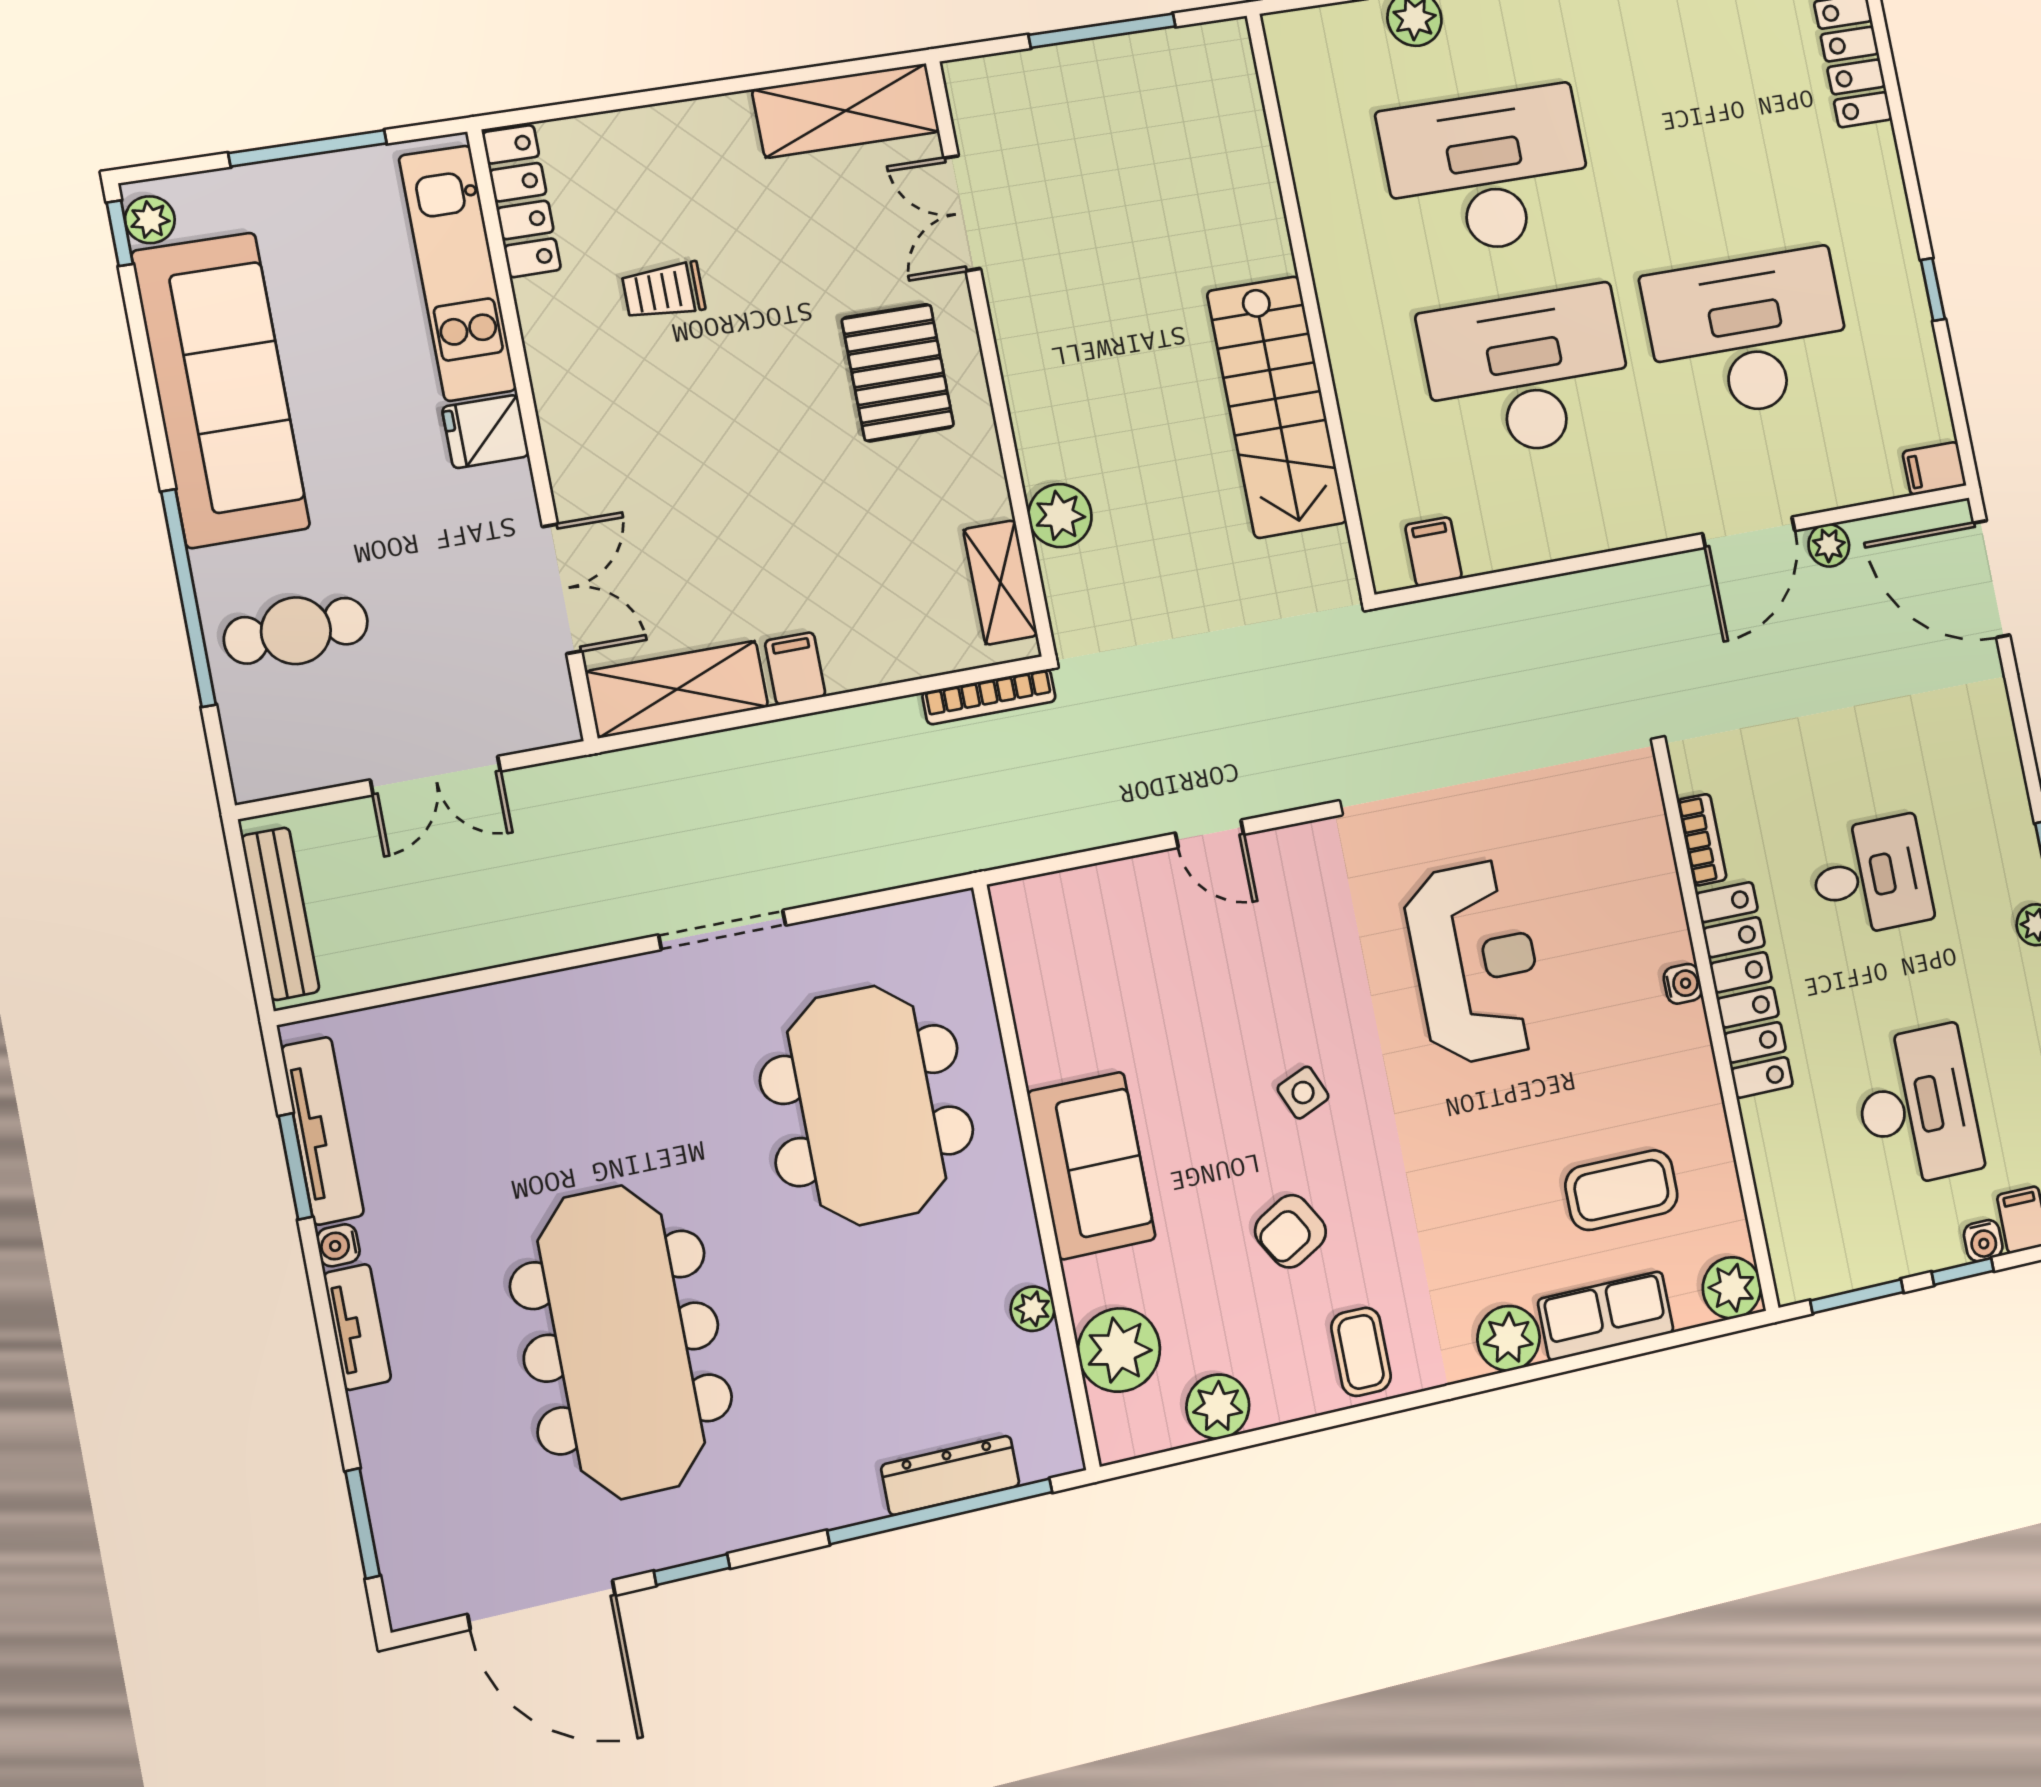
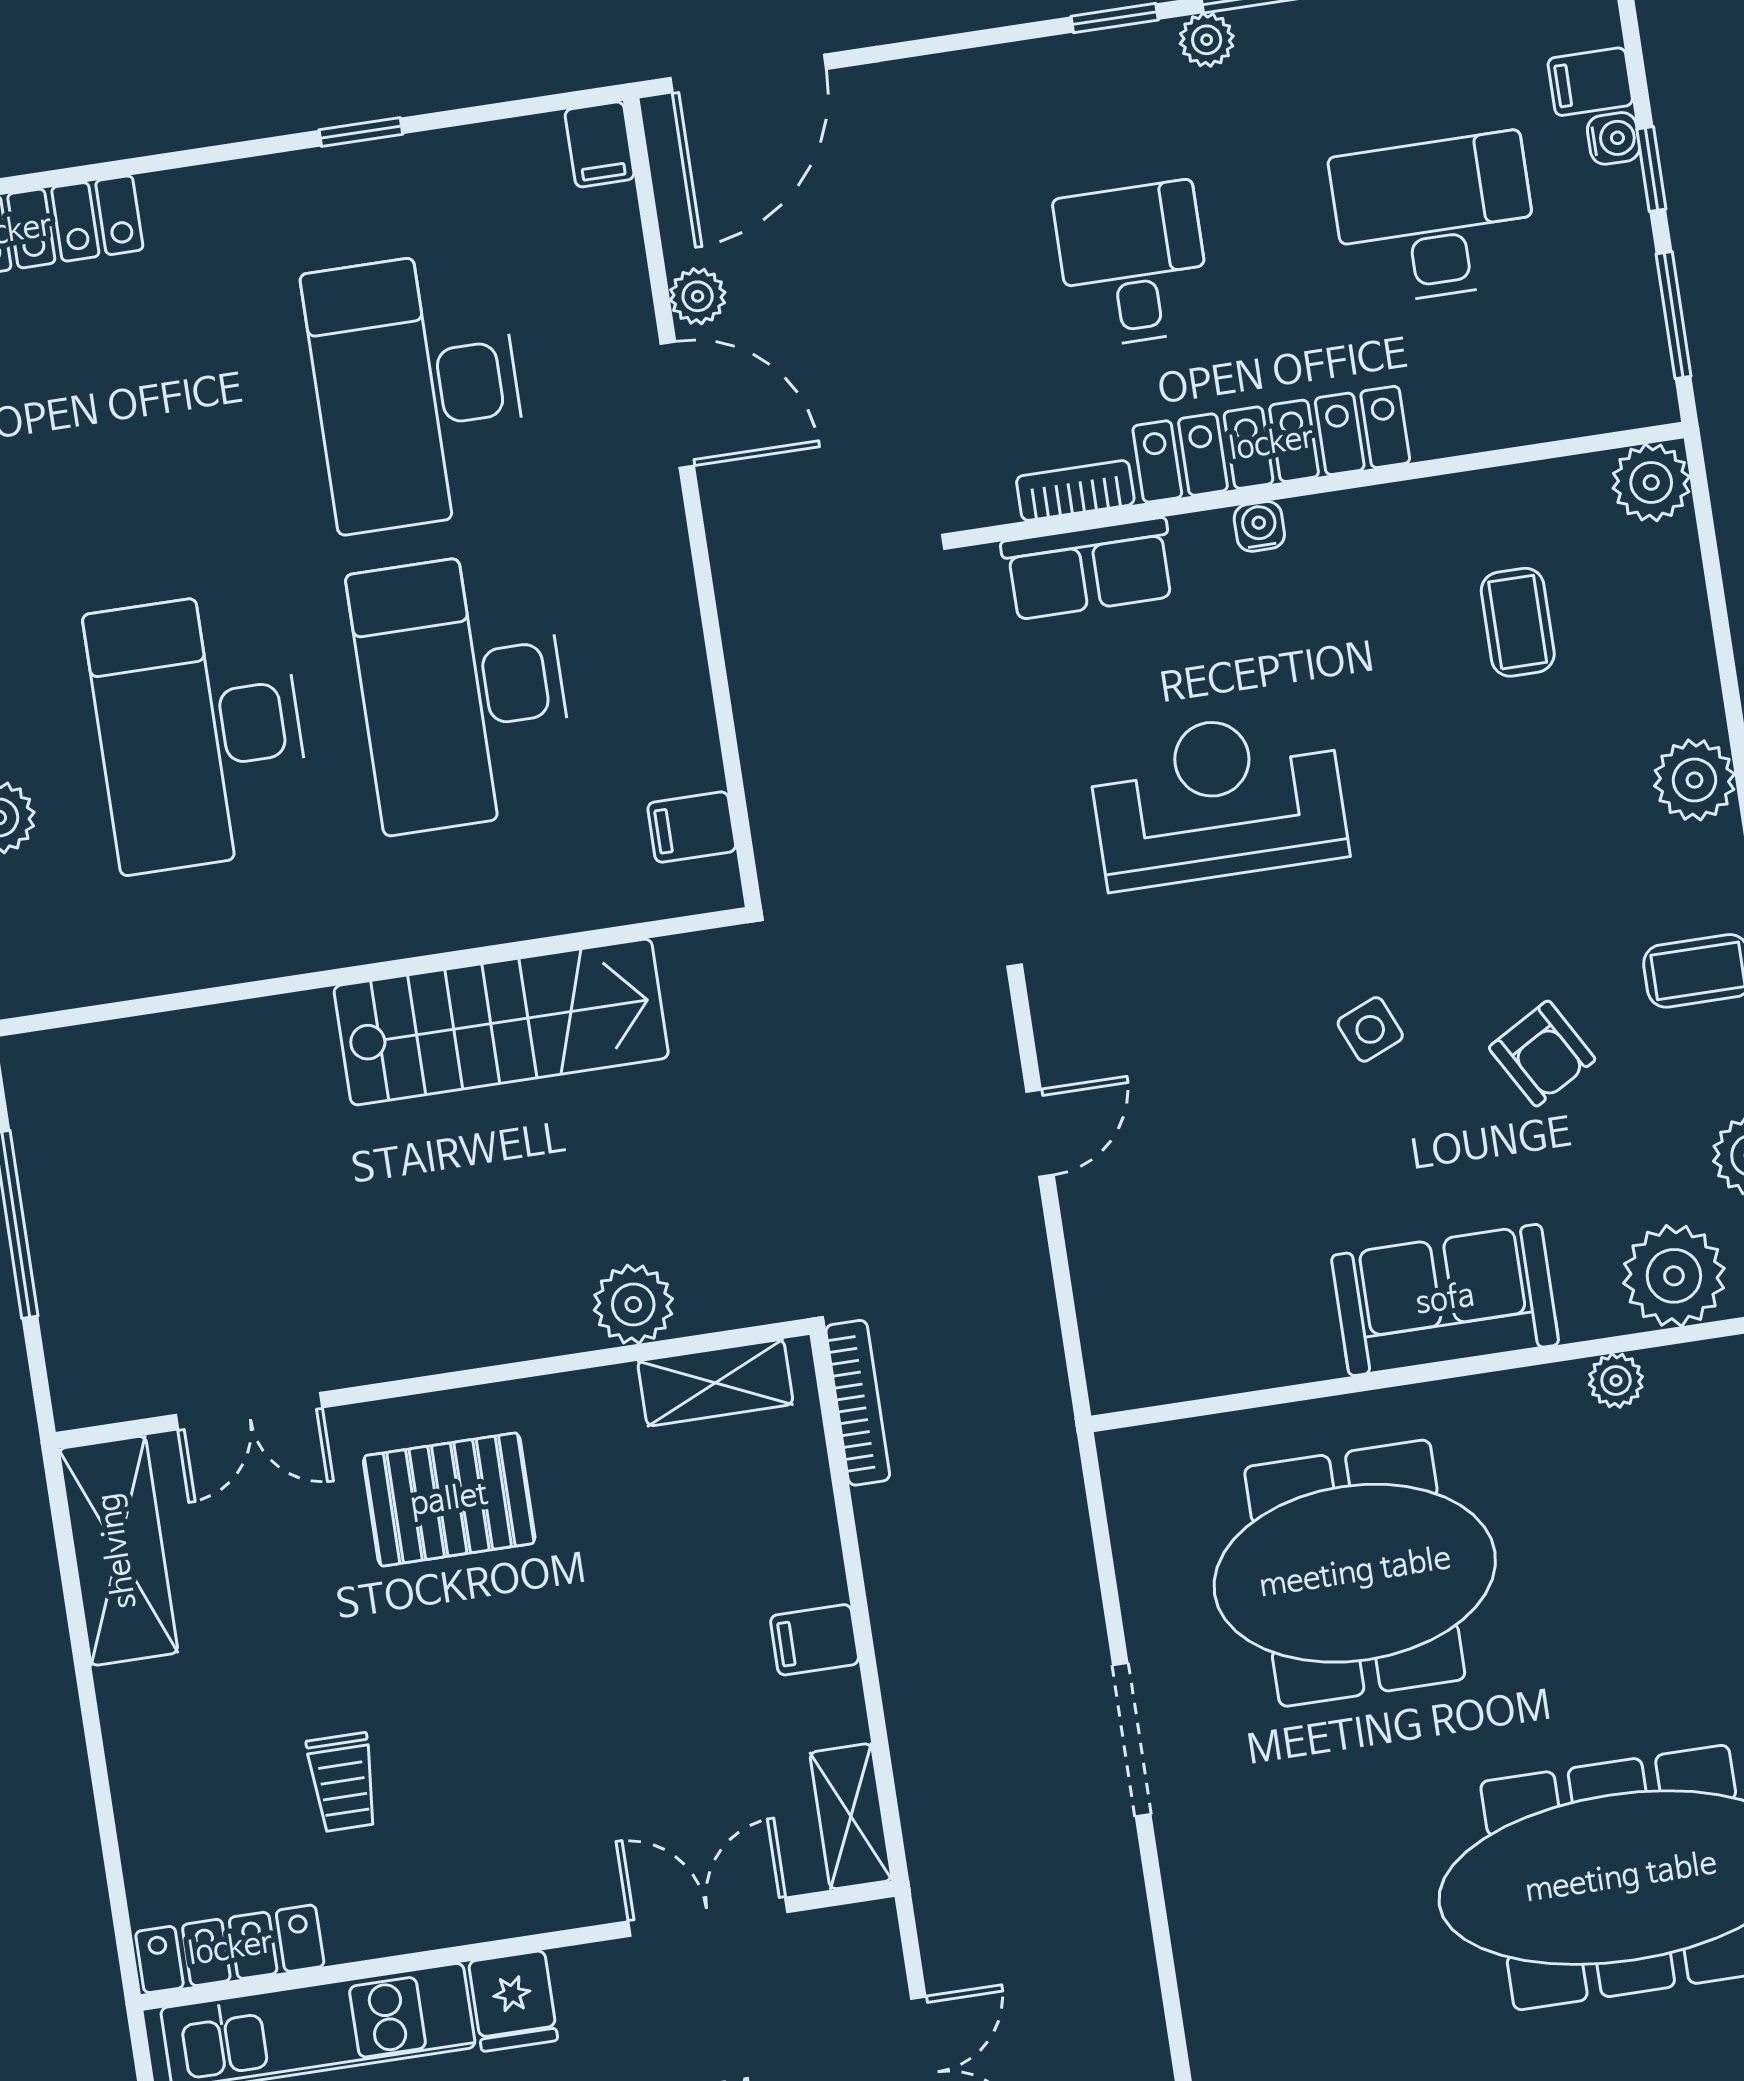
shelving: (677, 689) -> (851, 1816), width x0.67, depth x0.75
coffee table: (1621, 1190) -> (1518, 622), width x0.73, depth x0.77
row of seats: (1606, 1316) -> (1089, 569), moved, turned -90

